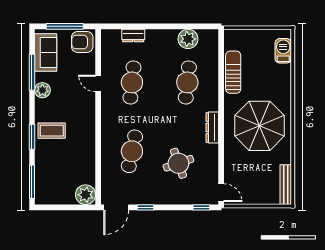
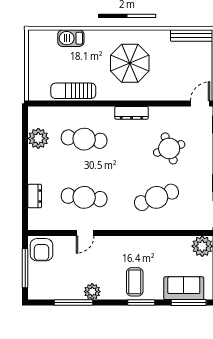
barbecue: (283, 51) -> (71, 38), moved
sofa: (46, 52) -> (184, 288), moved
parasol: (259, 126) -> (130, 63), width x0.73, depth x0.73
cafe table: (132, 151) -> (157, 197), turned -33

